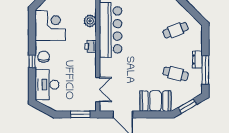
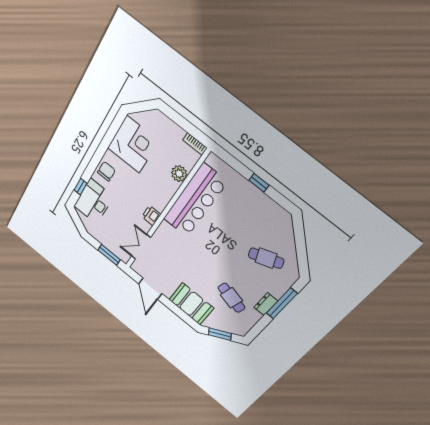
printer: (91, 46) -> (151, 216), moved
window: (32, 61) -> (80, 187), moved
window: (205, 70) -> (282, 303), moved
double door: (98, 89) -> (141, 247), swing flipped

